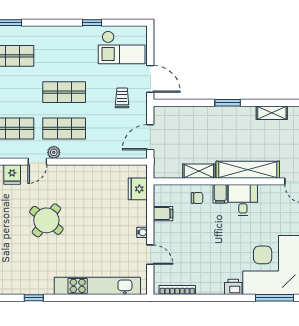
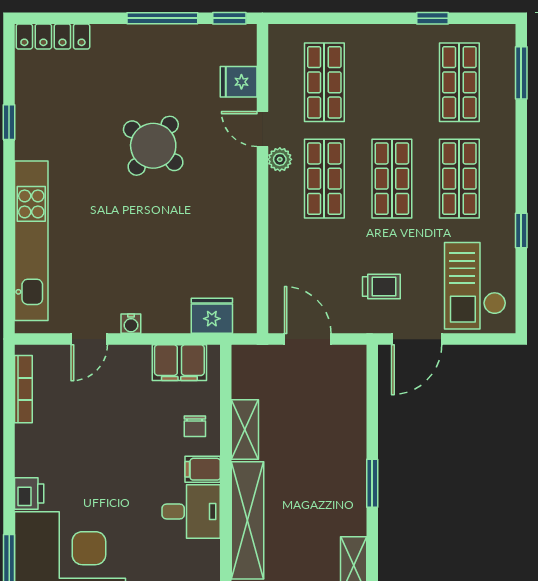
shop shelf: (64, 56) -> (459, 179), added
filing cabinet: (163, 214) -> (179, 363), width x2.00

